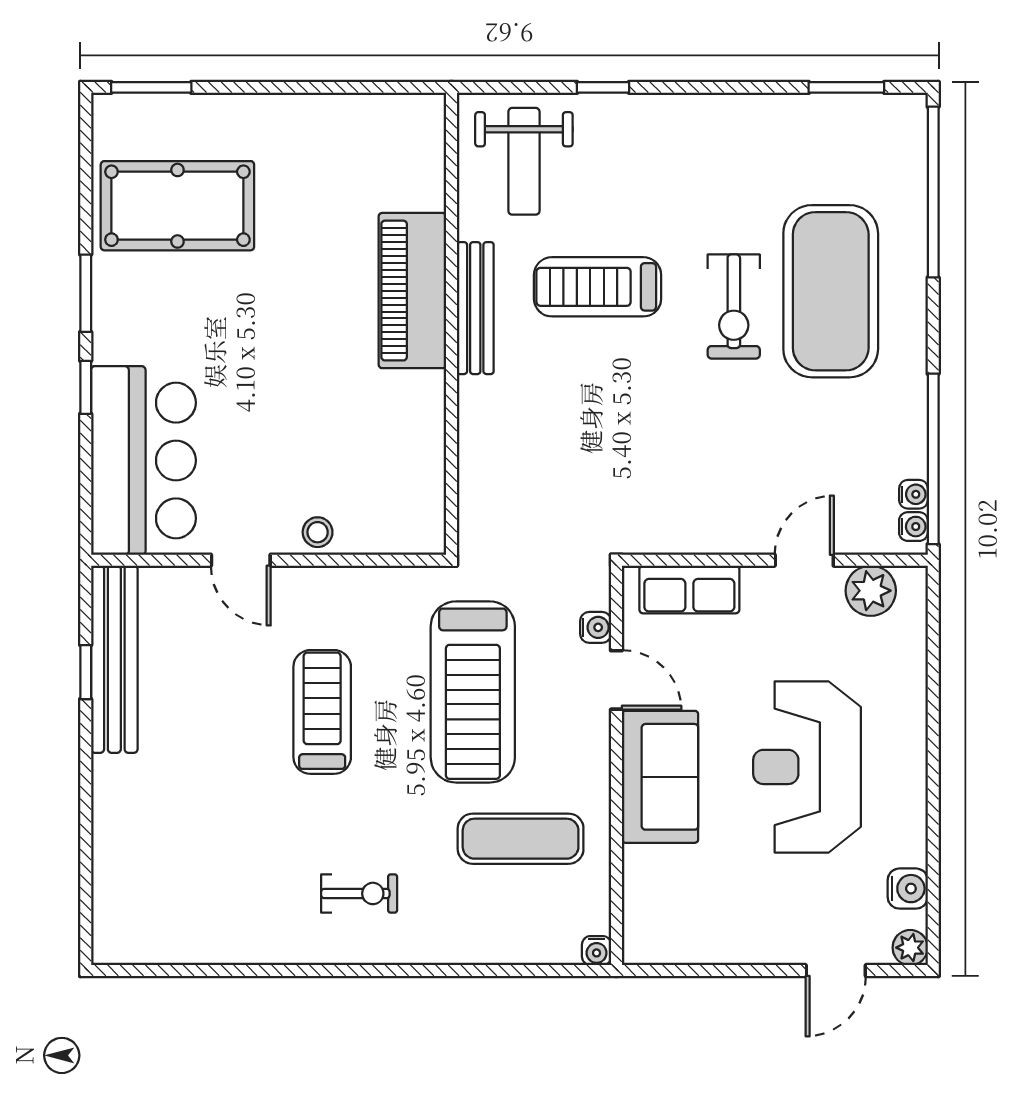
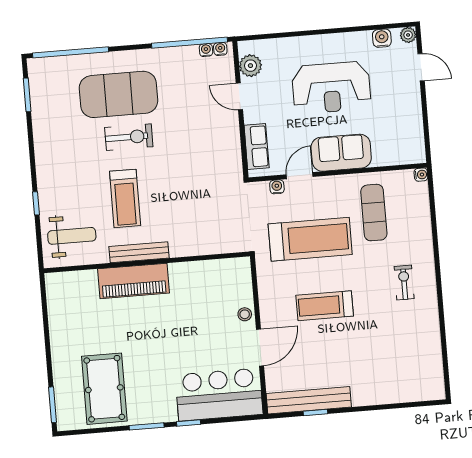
door: (241, 560) -> (260, 347), width x1.38

